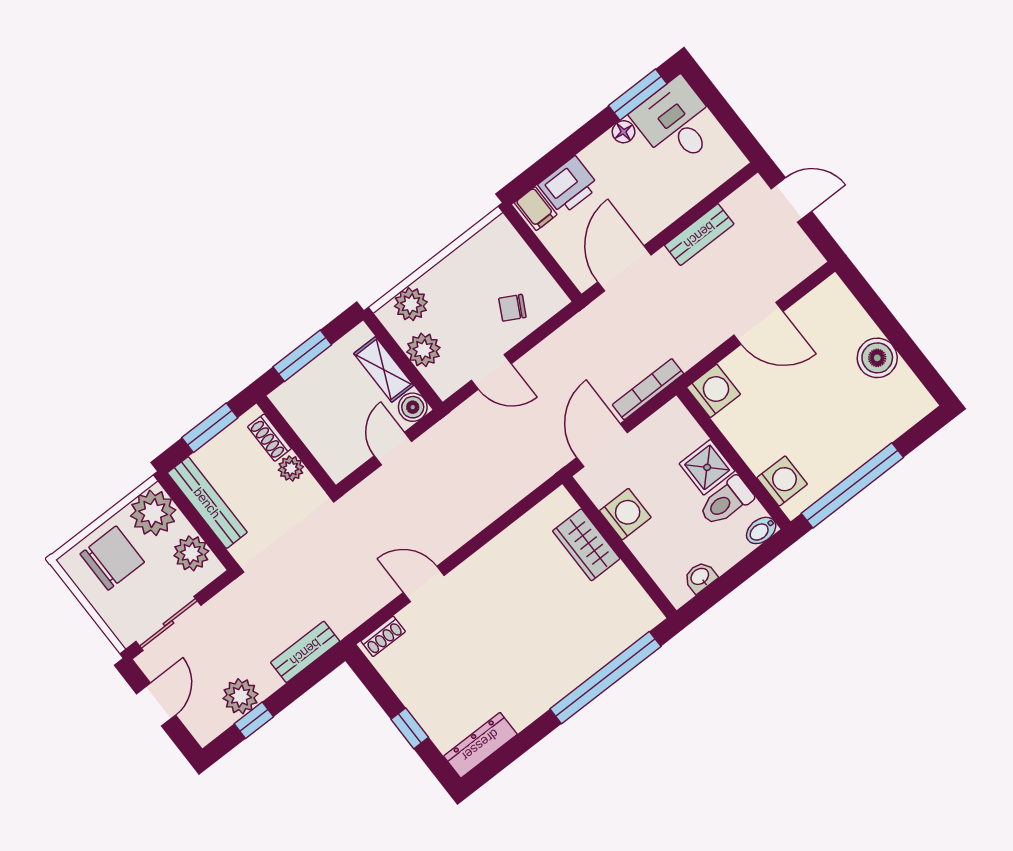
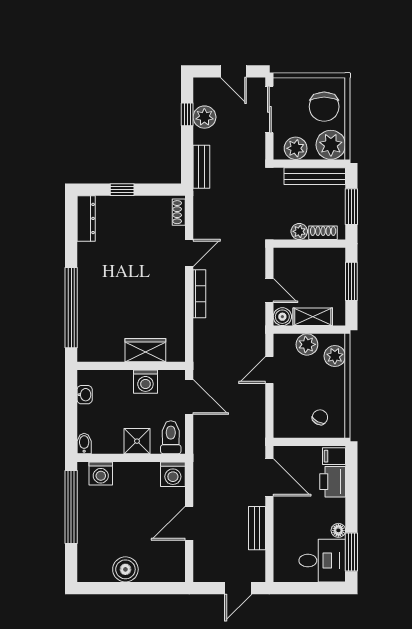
chair: (512, 308) -> (320, 417), moved
bookcase: (648, 389) -> (199, 294), moved
toilet: (726, 501) -> (171, 437), moved

